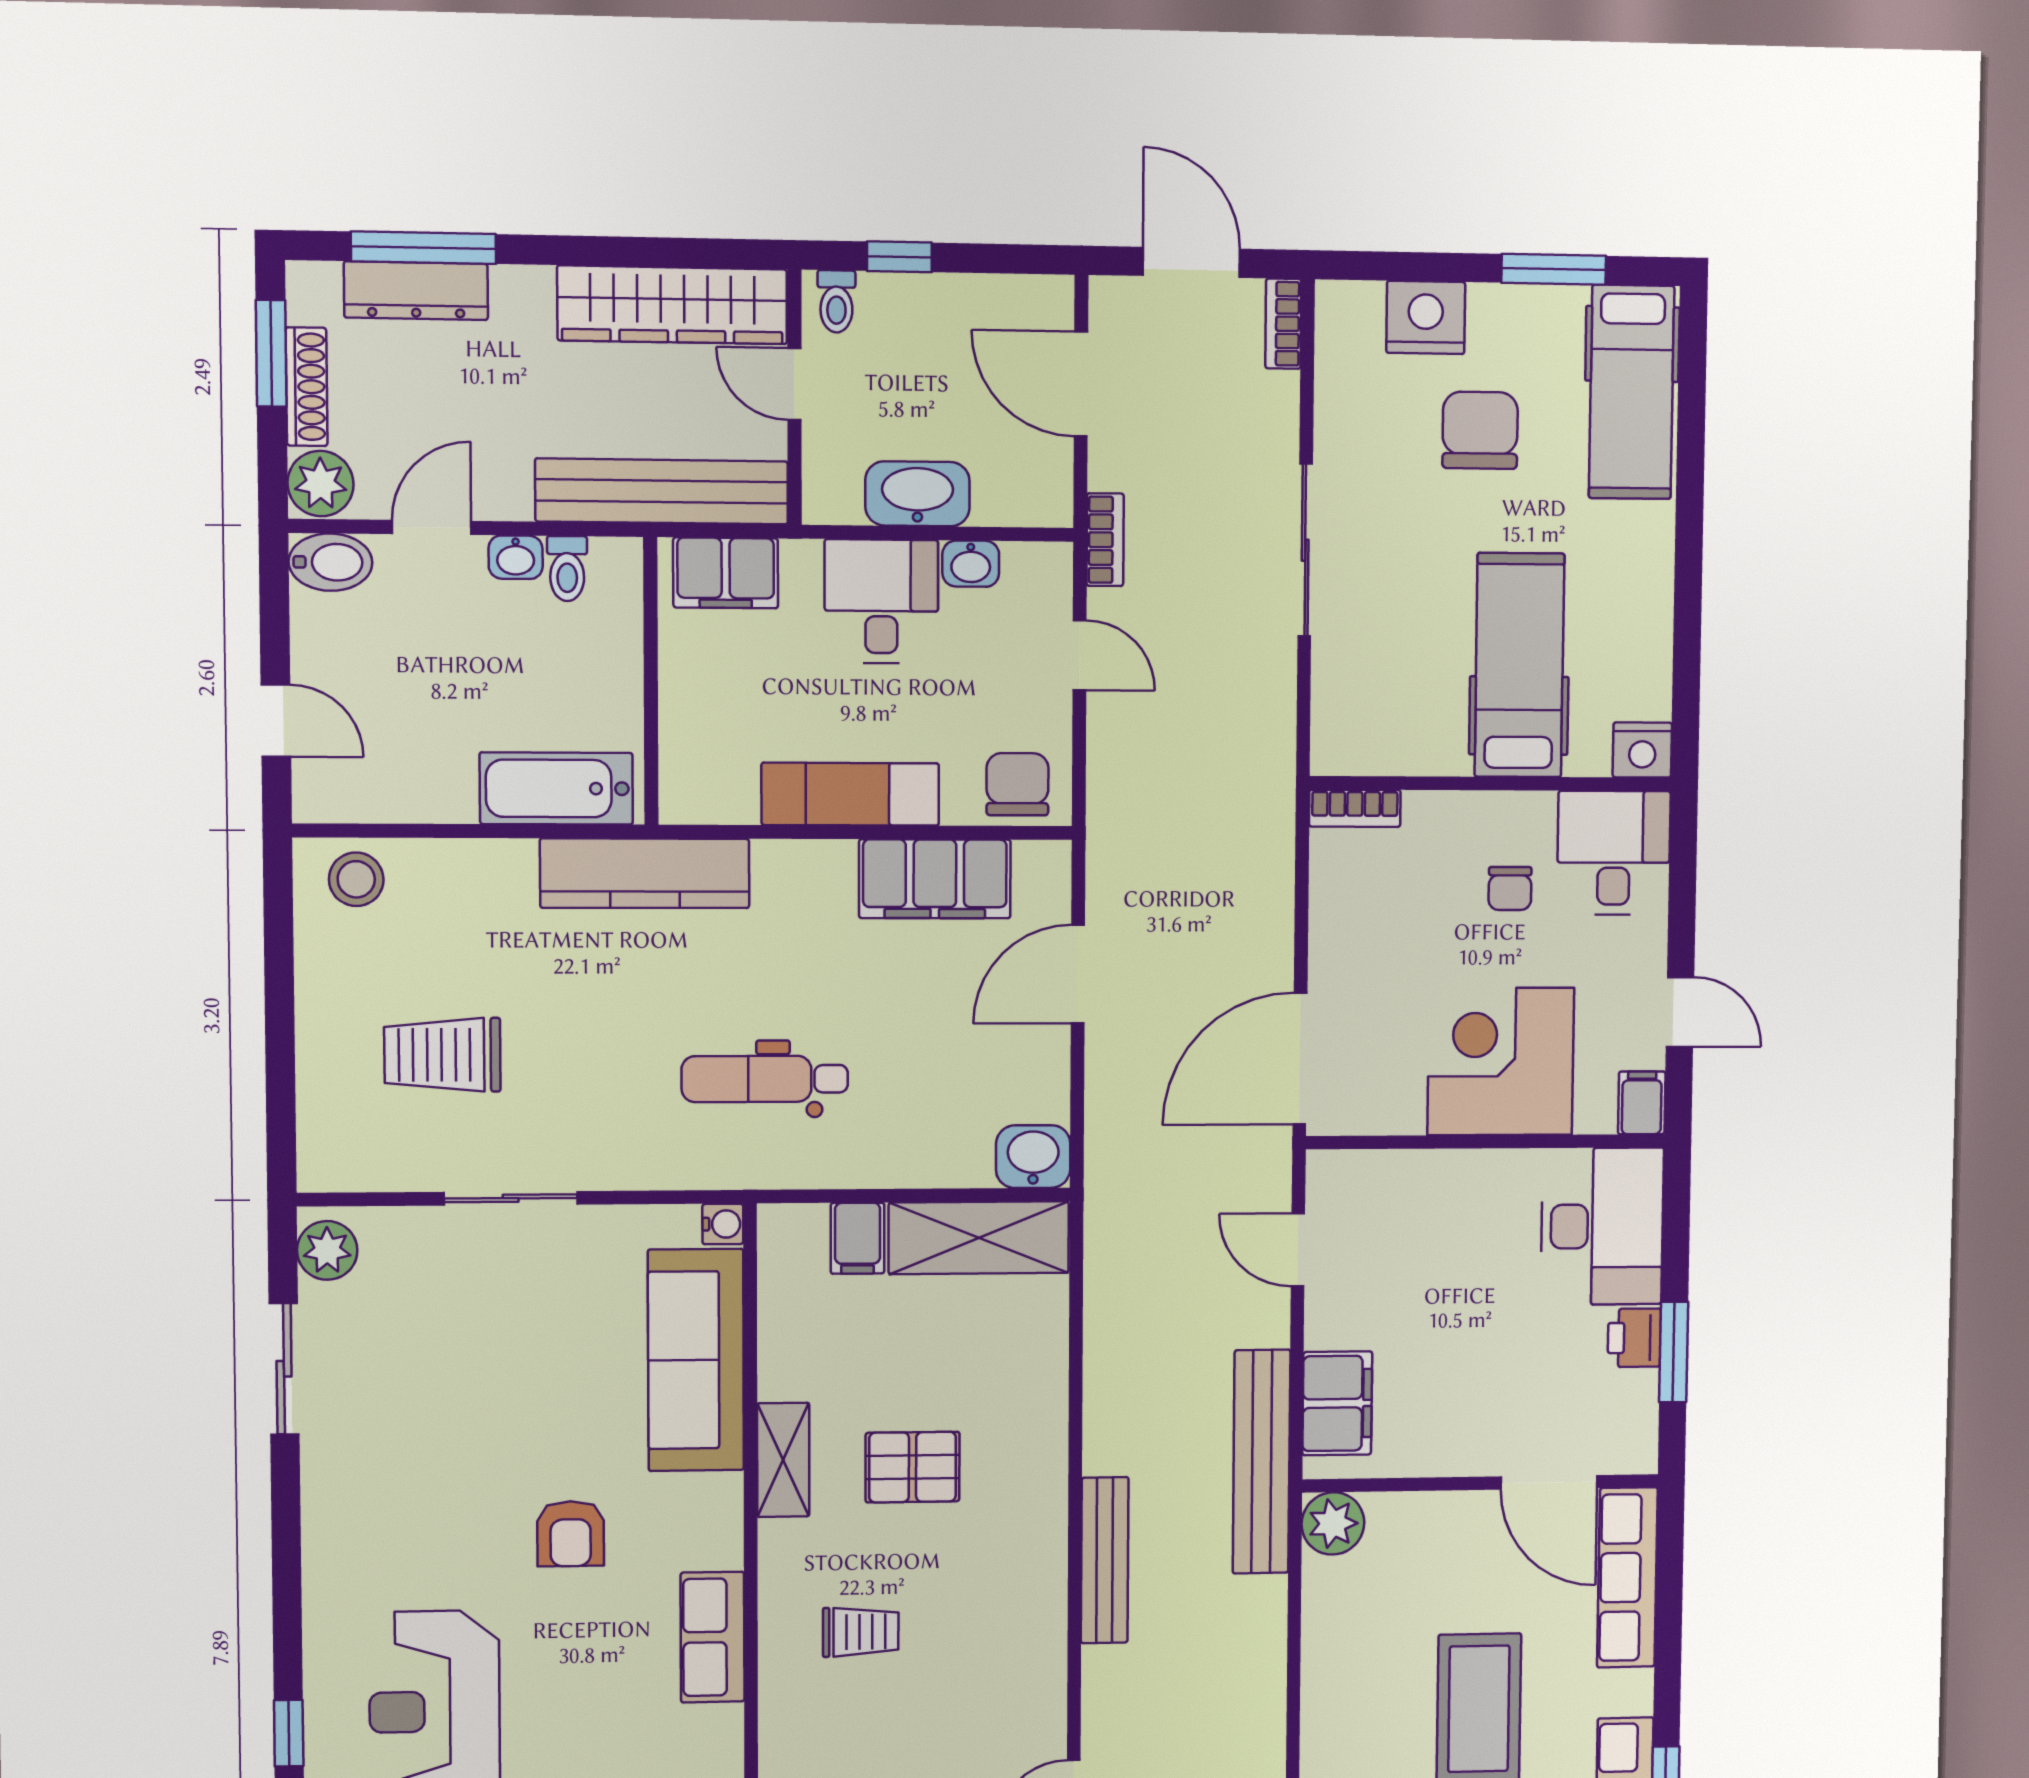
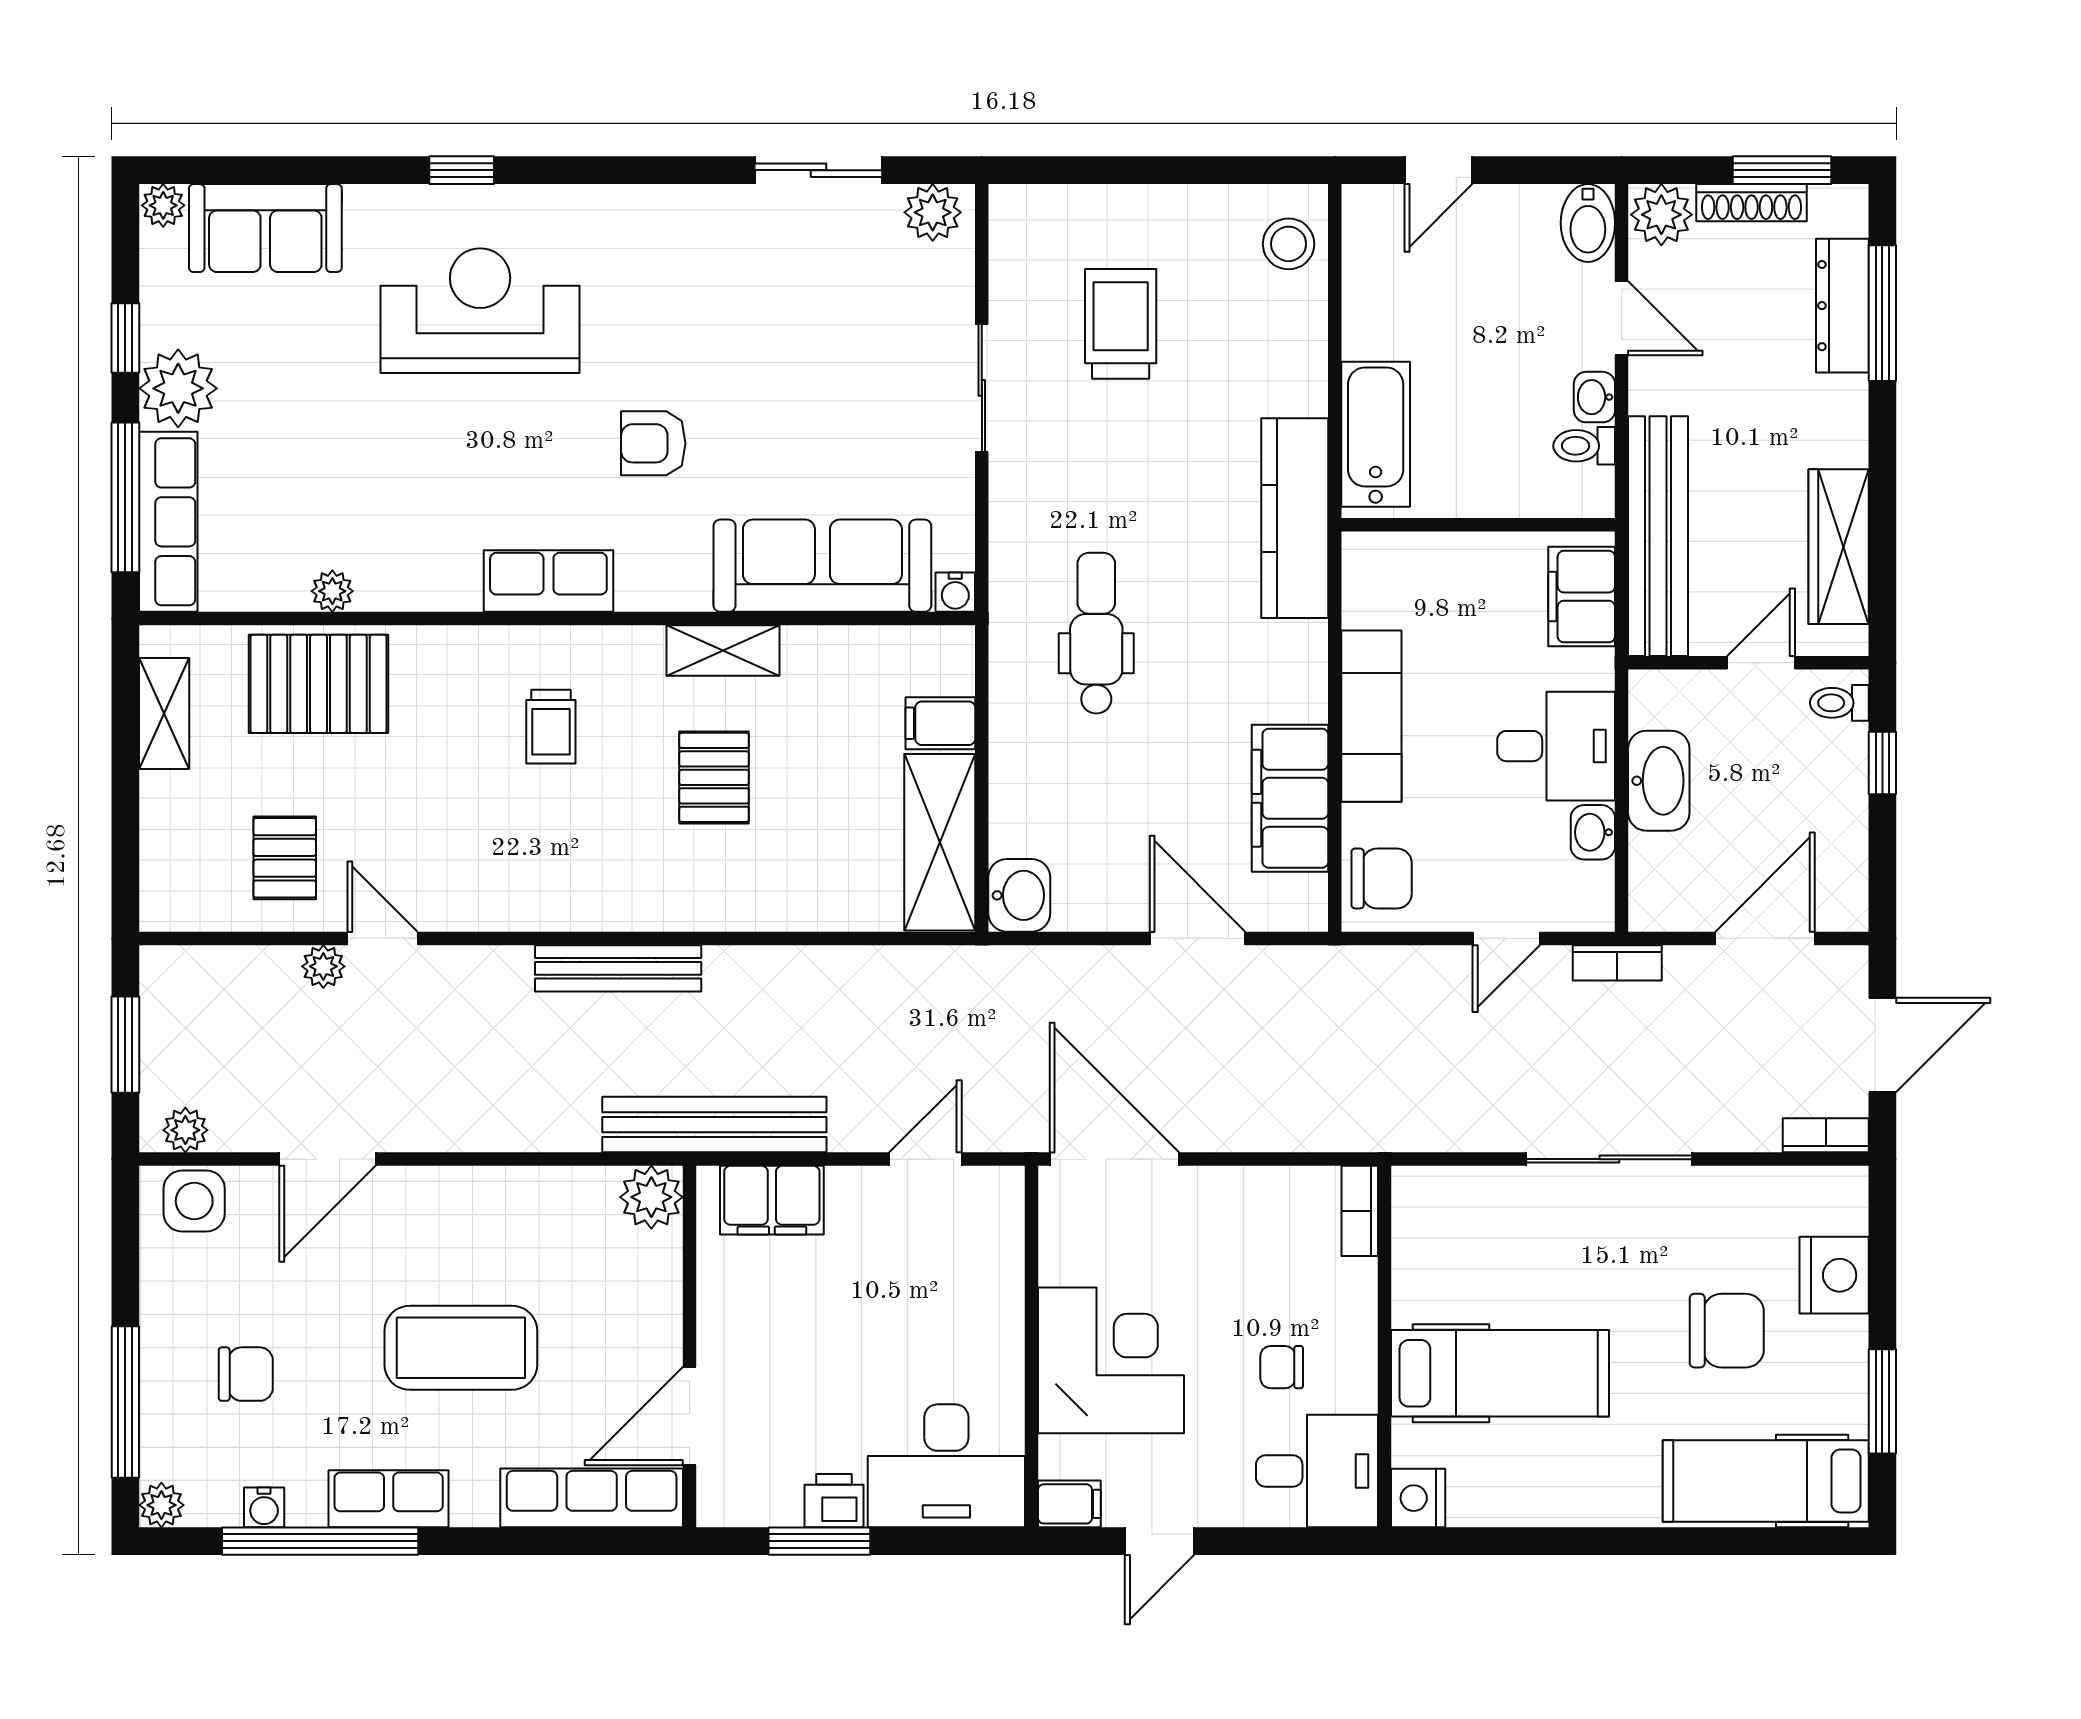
wardrobe: (672, 305) -> (1839, 547), width x0.71, depth x0.85

